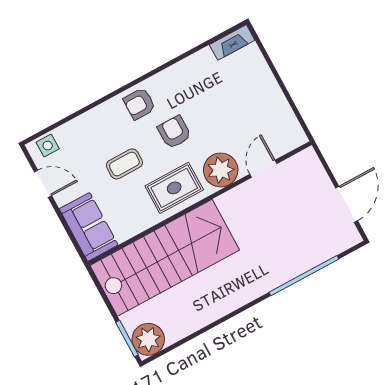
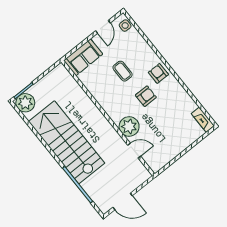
rug: (174, 188) -> (114, 102), removed
stairs: (165, 258) -> (67, 142), moved, turned 180

